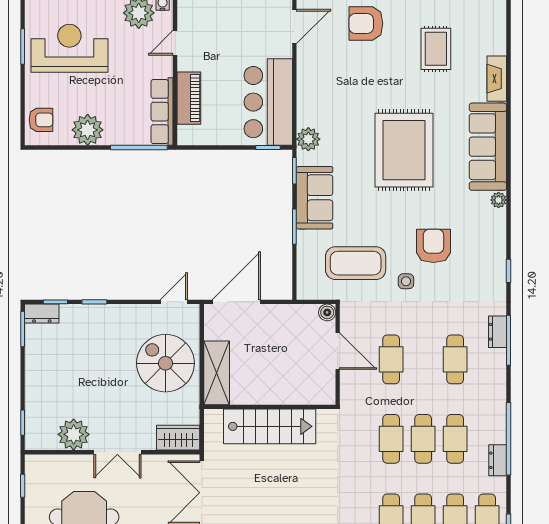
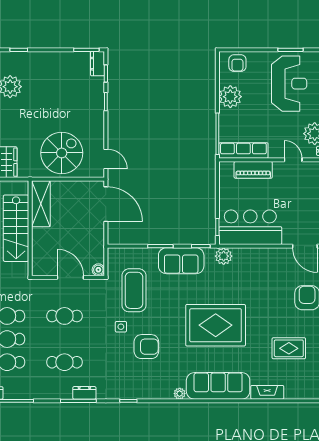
door: (338, 351) -> (70, 277), swing flipped
shelving: (217, 373) -> (41, 204), moved, turned 90

